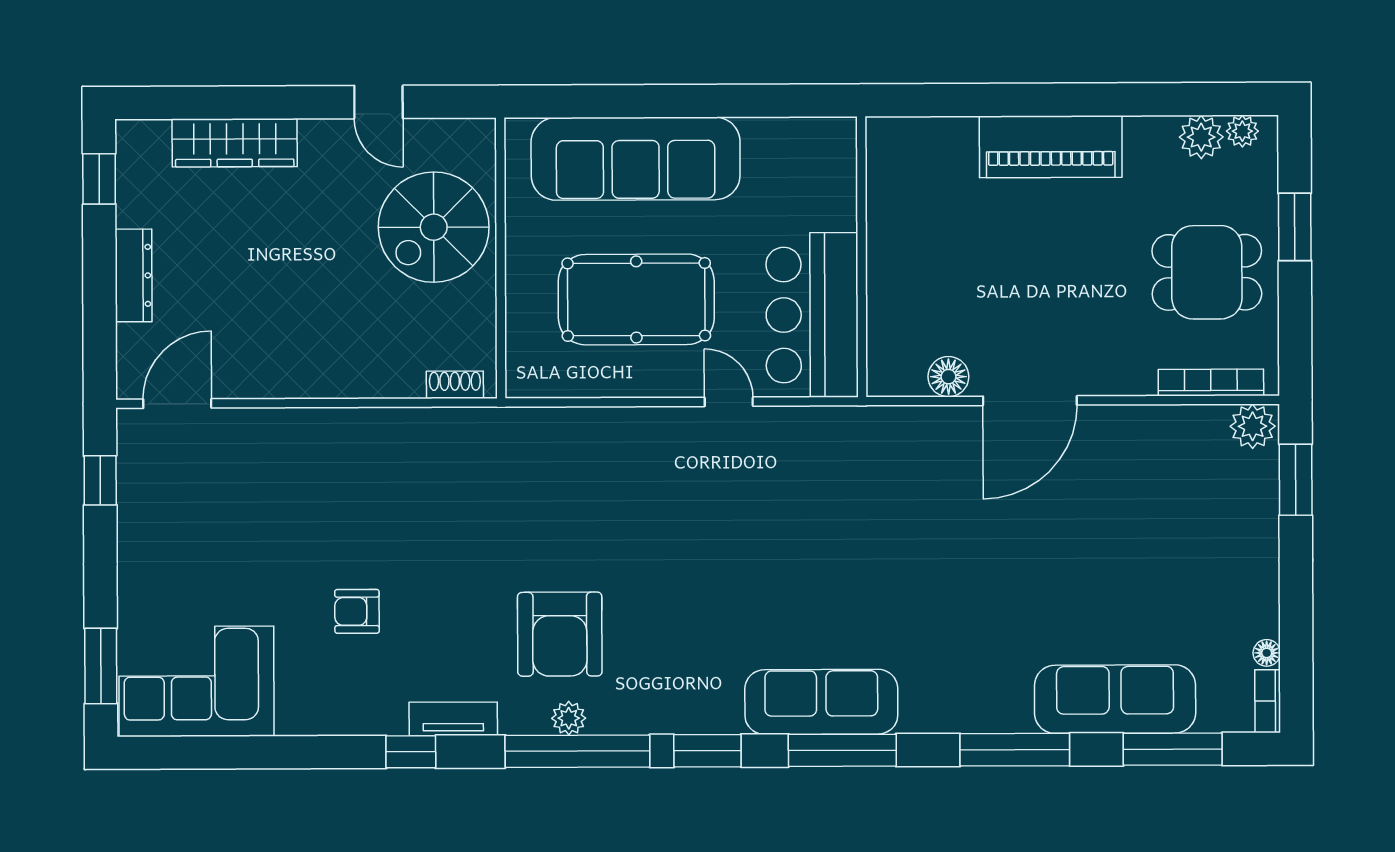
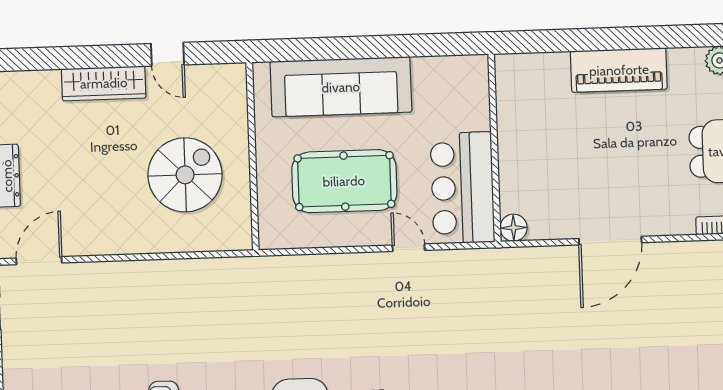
wardrobe: (235, 143) -> (104, 83), moved
spiral stairs: (434, 227) -> (185, 175), moved, turned 180
floor lamp: (948, 377) -> (514, 228), moved
shoe rack: (455, 385) -> (225, 242), removed

